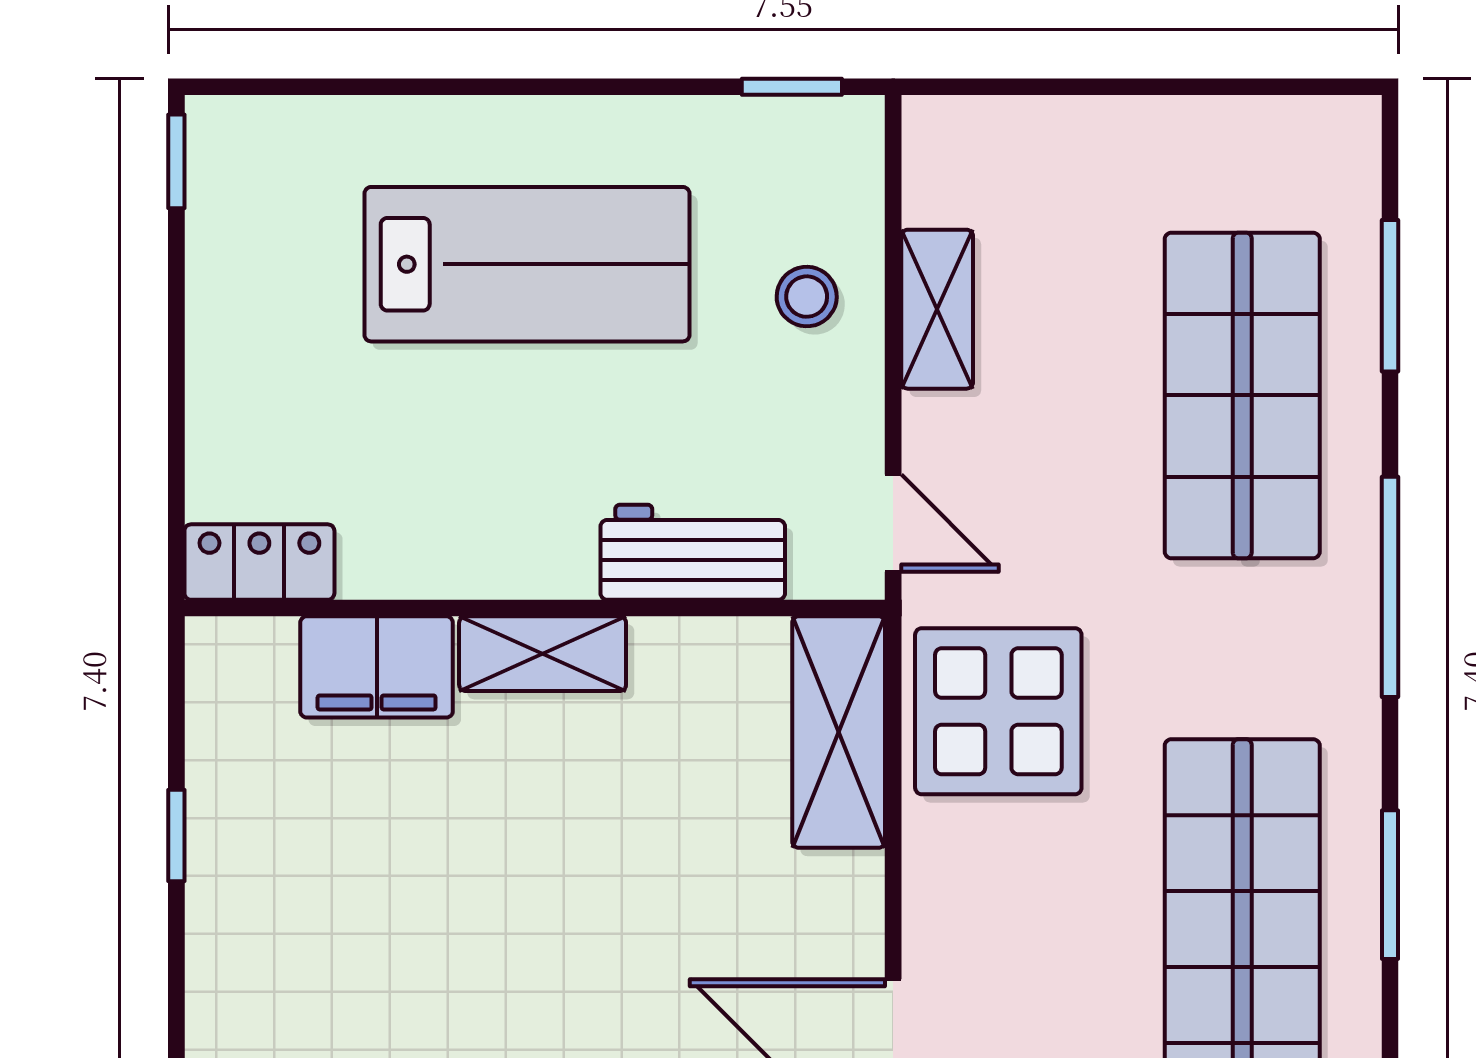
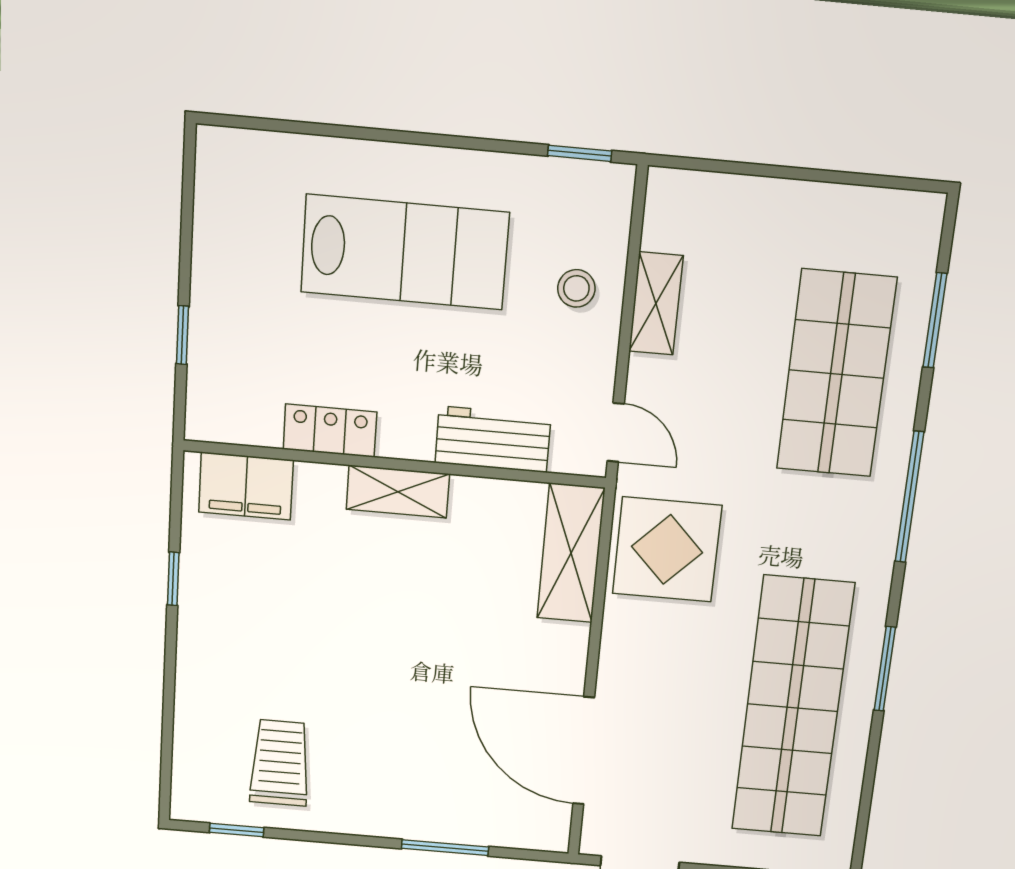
window: (176, 161) -> (182, 335), moved
locker: (259, 562) -> (330, 431), moved
filing cabinet: (377, 667) -> (246, 486), moved

